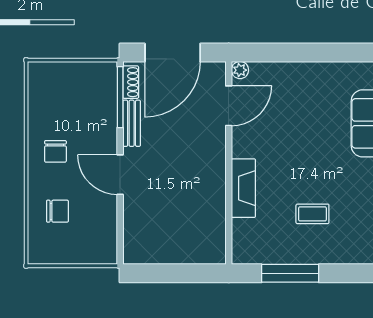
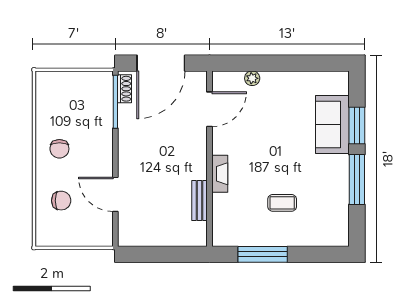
plant: (240, 70) -> (252, 78), moved
bench: (132, 123) -> (200, 200), moved
door: (120, 175) -> (115, 194), moved
fireplace: (243, 188) -> (220, 174), width x0.73, depth x0.76

